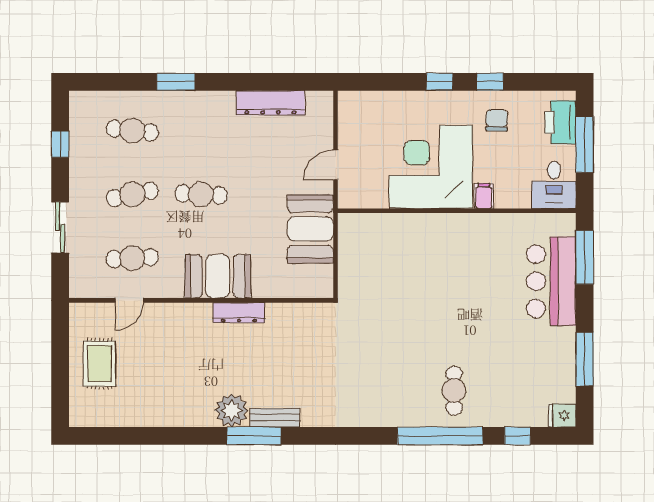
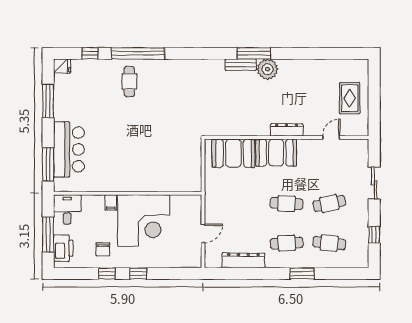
door: (335, 165) -> (203, 233), moved
booth: (310, 229) -> (233, 153), moved, turned 90
cafe table: (132, 258) -> (287, 243), moved
dresser: (239, 313) -> (287, 130), moved

